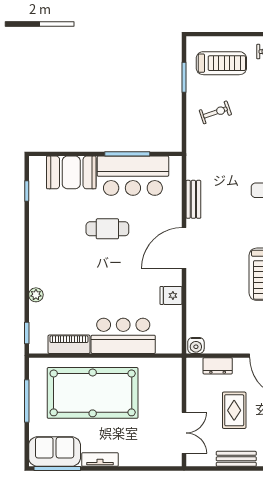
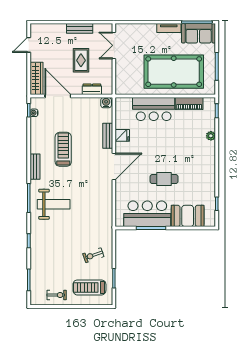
bench: (193, 199) -> (108, 136), moved

